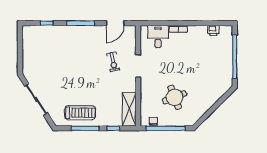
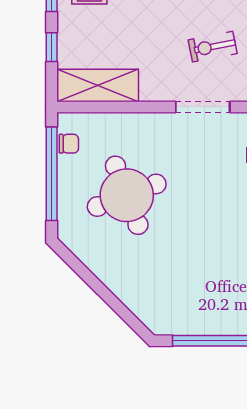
round table: (175, 97) -> (127, 195), width x1.36, depth x1.36

